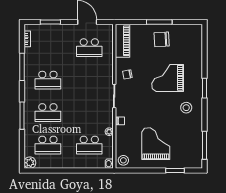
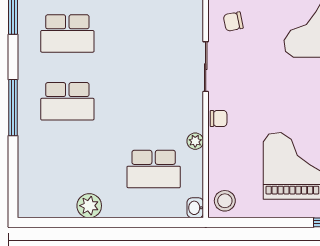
school desk: (48, 145) -> (67, 169), removed
plant: (30, 163) -> (89, 206), moved

